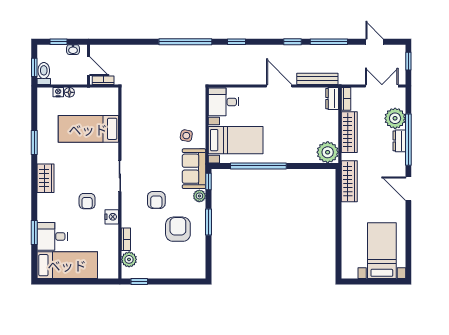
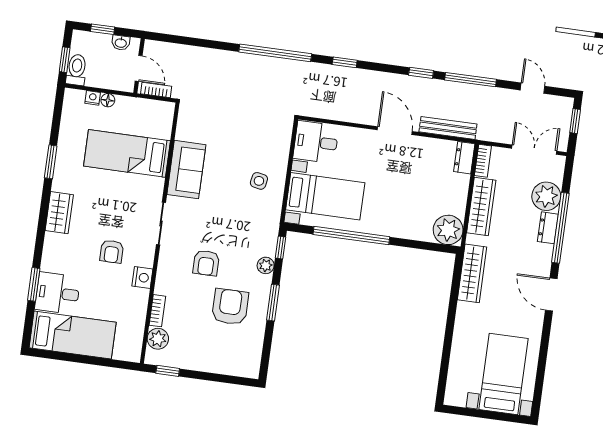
sofa: (194, 169) -> (186, 170), moved, turned 180

